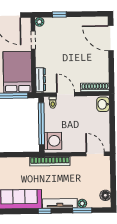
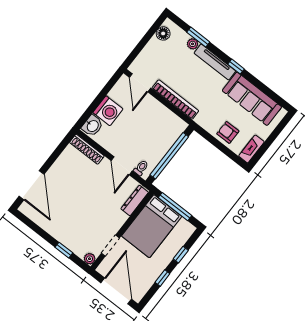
washing machine: (53, 141) -> (108, 111), moved, turned 180
bookcase: (50, 161) -> (175, 100), moved
armchair: (17, 167) -> (228, 132), added

